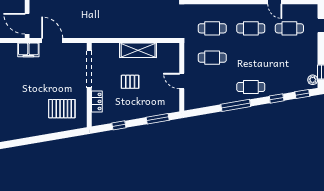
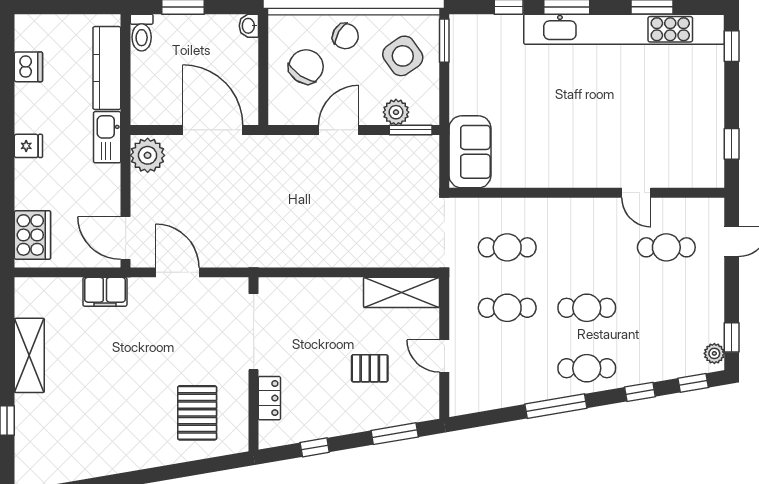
cafe table: (251, 28) -> (587, 308), moved
filing cabinet: (28, 50) -> (105, 292), moved
shelving: (138, 50) -> (402, 292), moved
pallet: (130, 82) -> (370, 368), moved
pallet: (62, 109) -> (197, 413), turned 90

